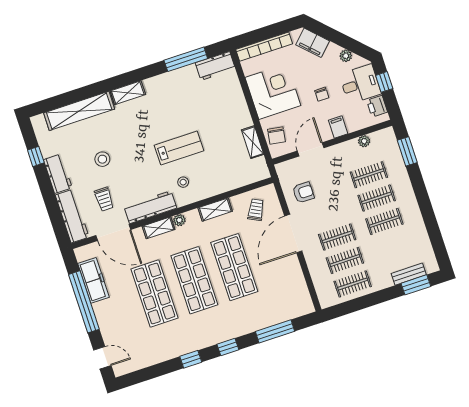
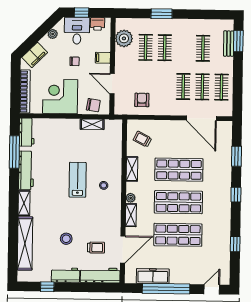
plant: (364, 141) -> (124, 38), width x1.88, depth x1.88
window: (407, 151) -> (162, 14), moved
workbench: (150, 207) -> (26, 170), moved, turned 180
clothes rail: (384, 221) -> (203, 48), moved
door: (293, 234) -> (201, 118), moved
window: (275, 331) -> (237, 156), width x0.69
window: (191, 359) -> (235, 244), moved

